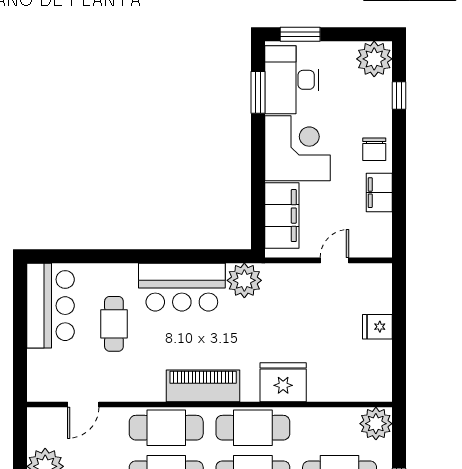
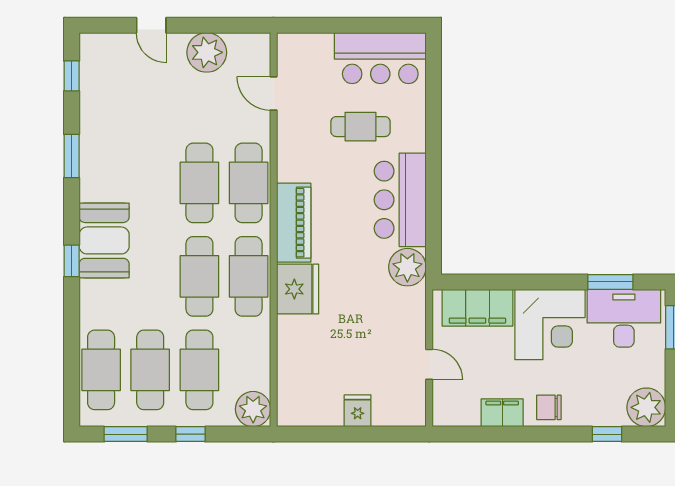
fridge: (283, 382) -> (298, 289), moved

